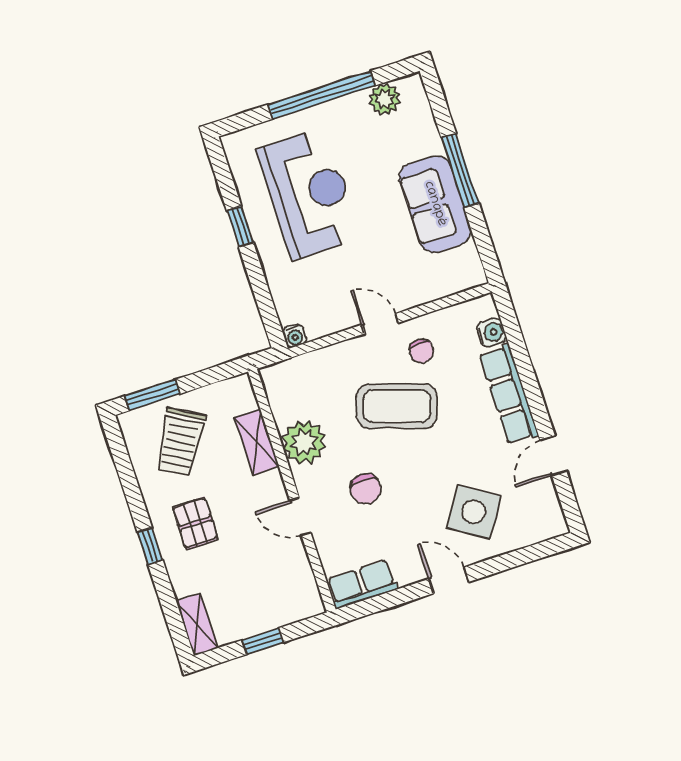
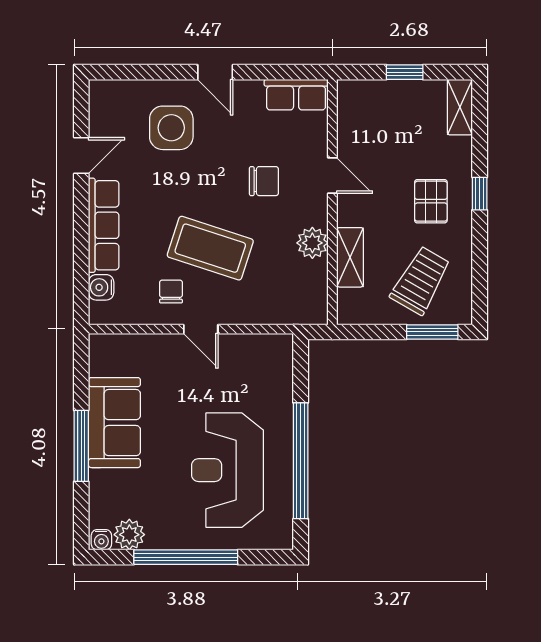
window: (240, 226) -> (301, 461), width x3.17
water cooler: (295, 336) -> (101, 540), moved, turned 180
plant: (304, 442) -> (312, 243), width x0.73, depth x0.73
chair: (366, 489) -> (264, 181), turned 90
side table: (474, 512) -> (171, 128), turned -33

